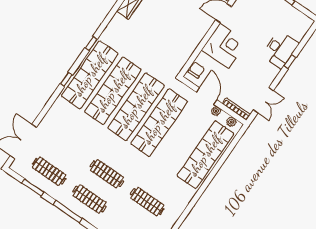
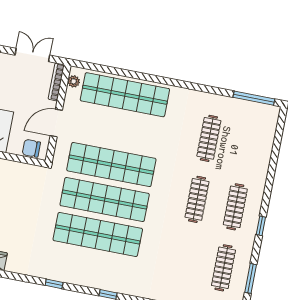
shop shelf: (90, 75) -> (91, 269), removed
plant: (216, 111) -> (69, 105), removed
window: (68, 212) -> (261, 226), width x0.46

